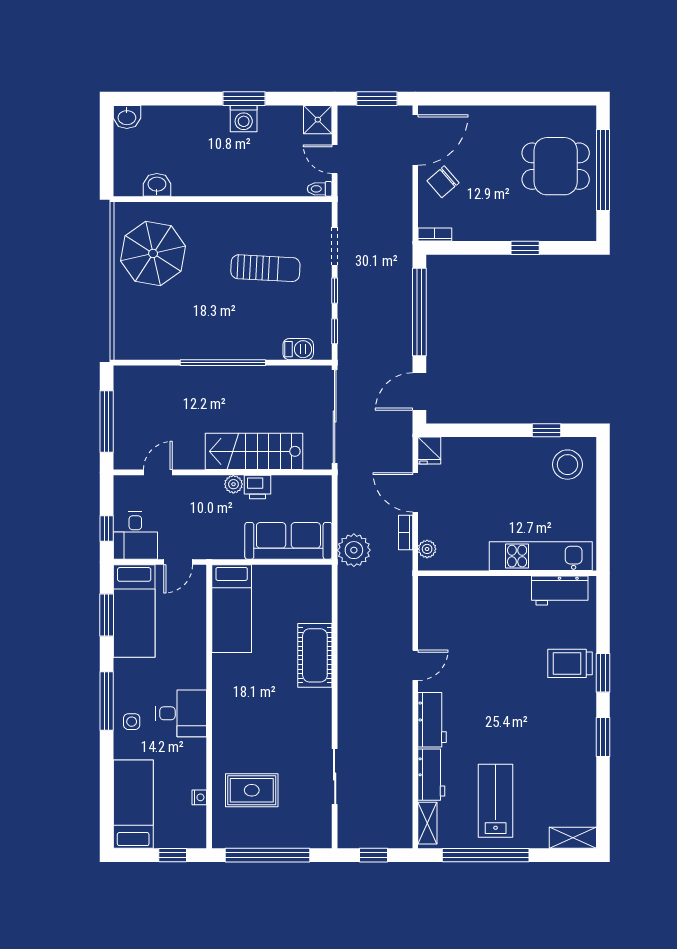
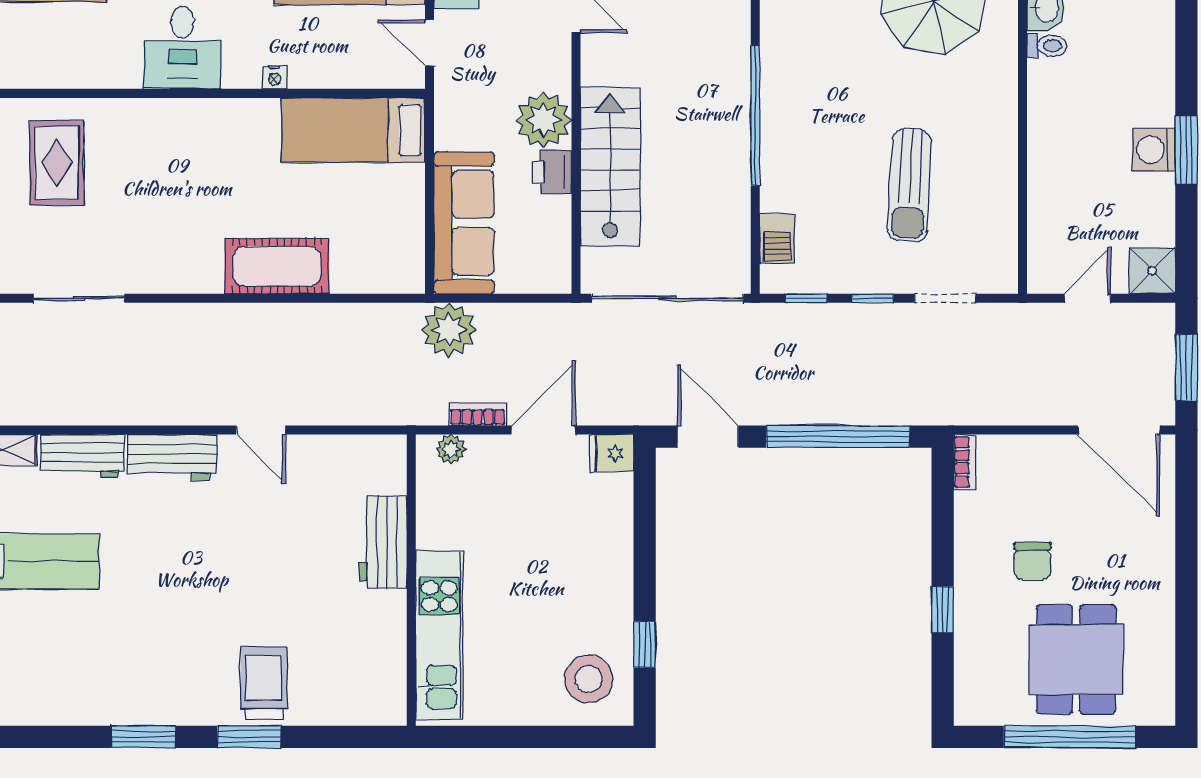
chair: (443, 182) -> (1033, 561), moved, turned -139
toilet: (320, 189) -> (1047, 46), moved, turned 90
plant: (233, 484) -> (544, 120), width x1.88, depth x1.88
workbench: (560, 590) -> (383, 542), moved
nightstand: (199, 797) -> (275, 77), moved

